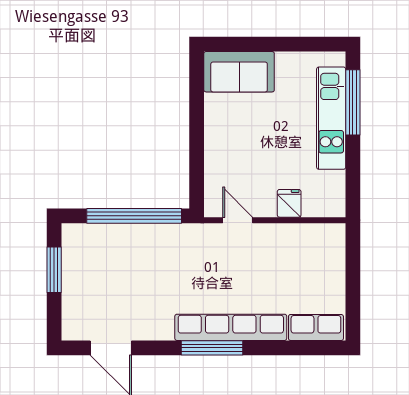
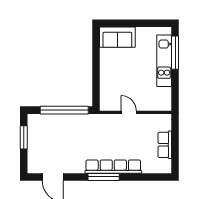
fridge: (289, 203) -> (143, 104), removed
door: (238, 220) -> (129, 112), moved
row of seats: (316, 327) -> (165, 145), moved, turned -90

